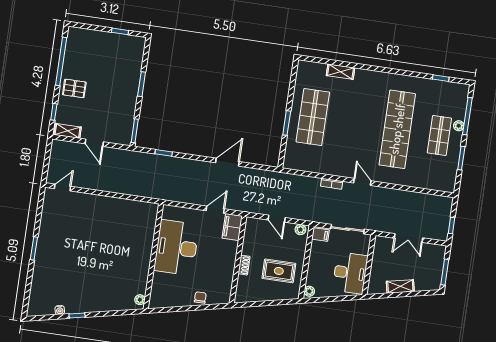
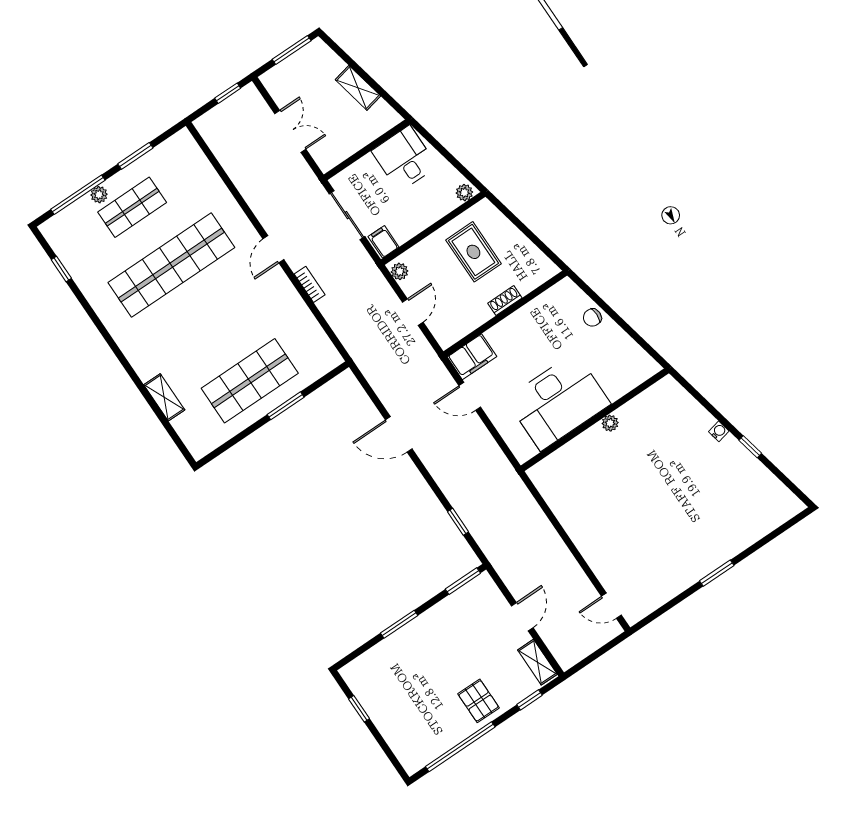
desk: (350, 273) -> (404, 159), width x0.73
plant: (140, 300) -> (610, 423), moved
water cooler: (60, 310) -> (719, 431), moved

